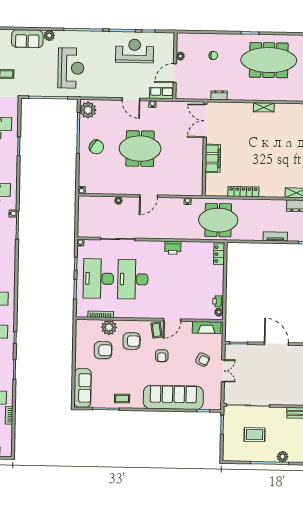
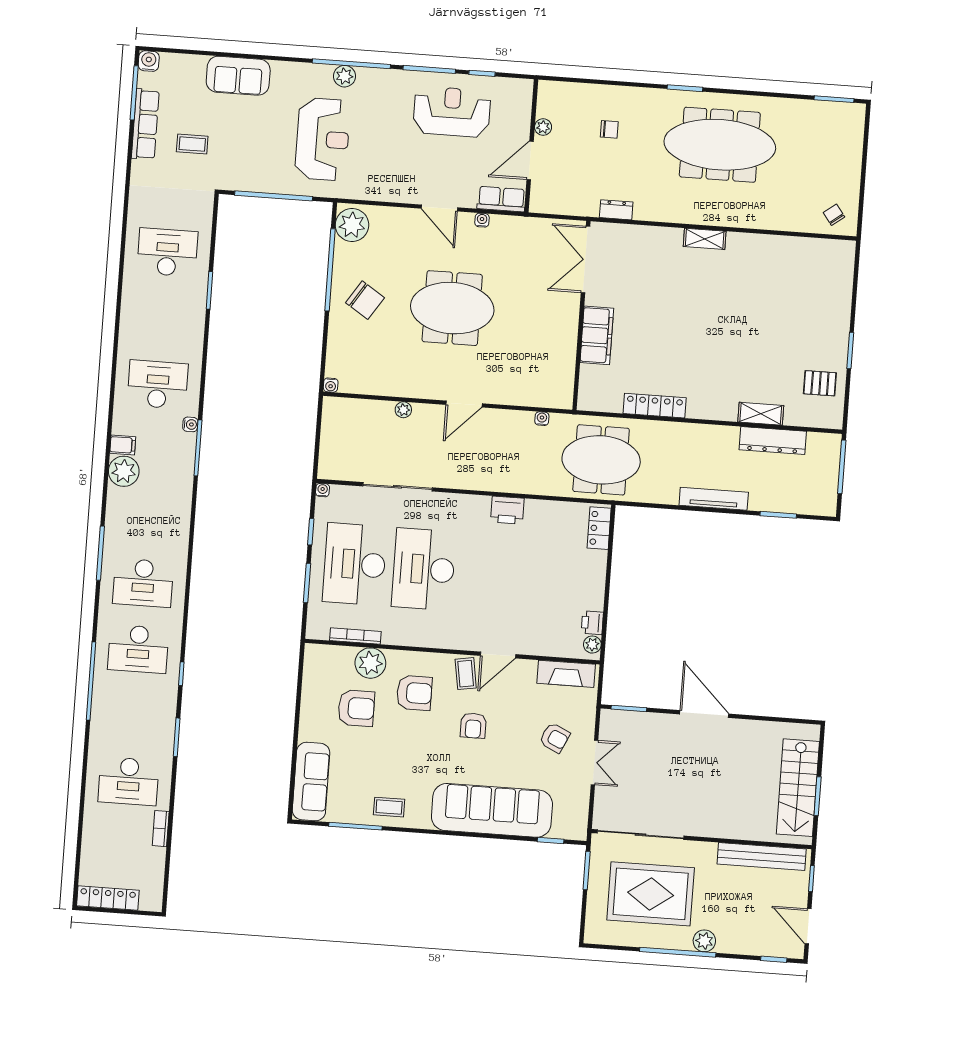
plant: (49, 36) -> (344, 76), moved
tv unit: (275, 236) -> (714, 499), width x1.41
rug: (254, 435) -> (651, 894), width x1.86, depth x2.06

